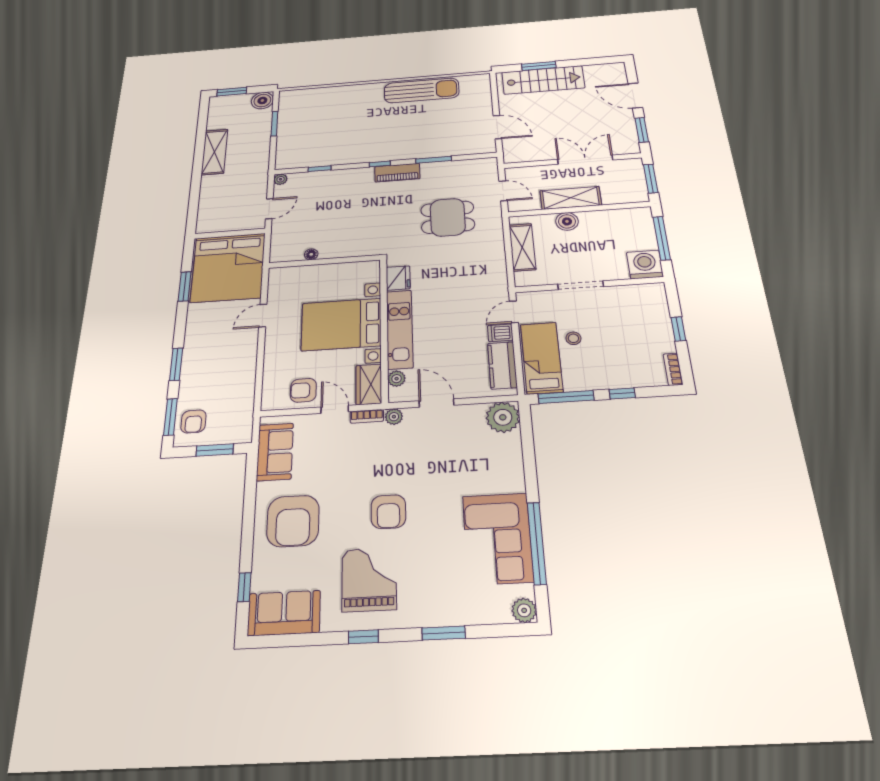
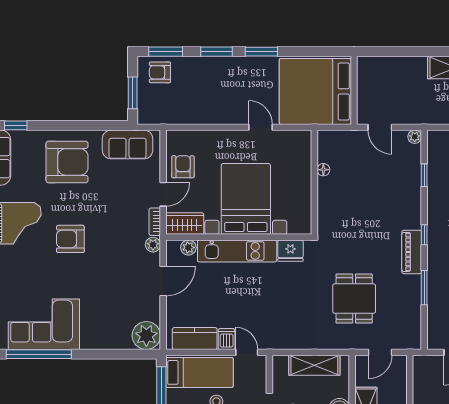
window: (185, 286) -> (261, 52), moved
armchair: (293, 521) -> (67, 162), turned 180

